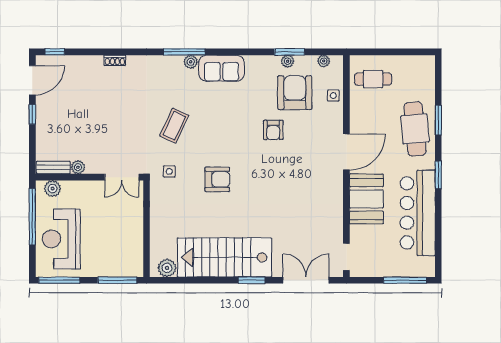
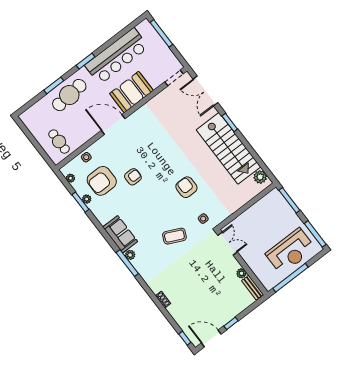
plant: (53, 189) -> (265, 279), removed

